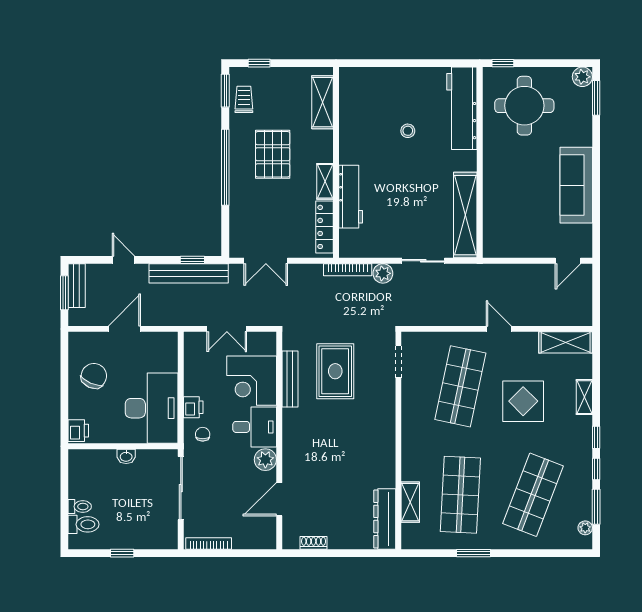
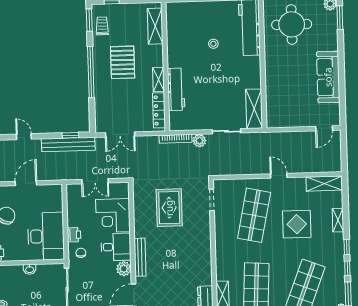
shelving: (465, 215) -> (254, 109), width x0.68
bench: (290, 379) -> (140, 257), moved

